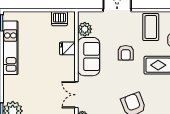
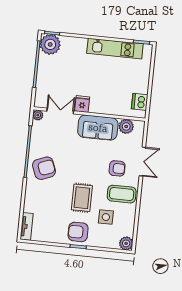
fridge: (67, 48) -> (82, 104), moved
armchair: (126, 53) -> (117, 168), moved, turned 180

